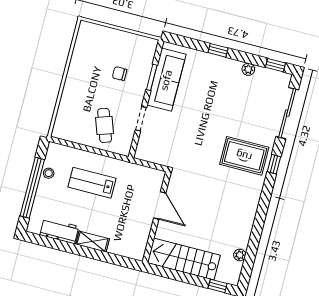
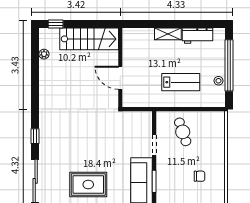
chair: (120, 74) -> (199, 176), moved
rug: (244, 156) -> (88, 185), moved

